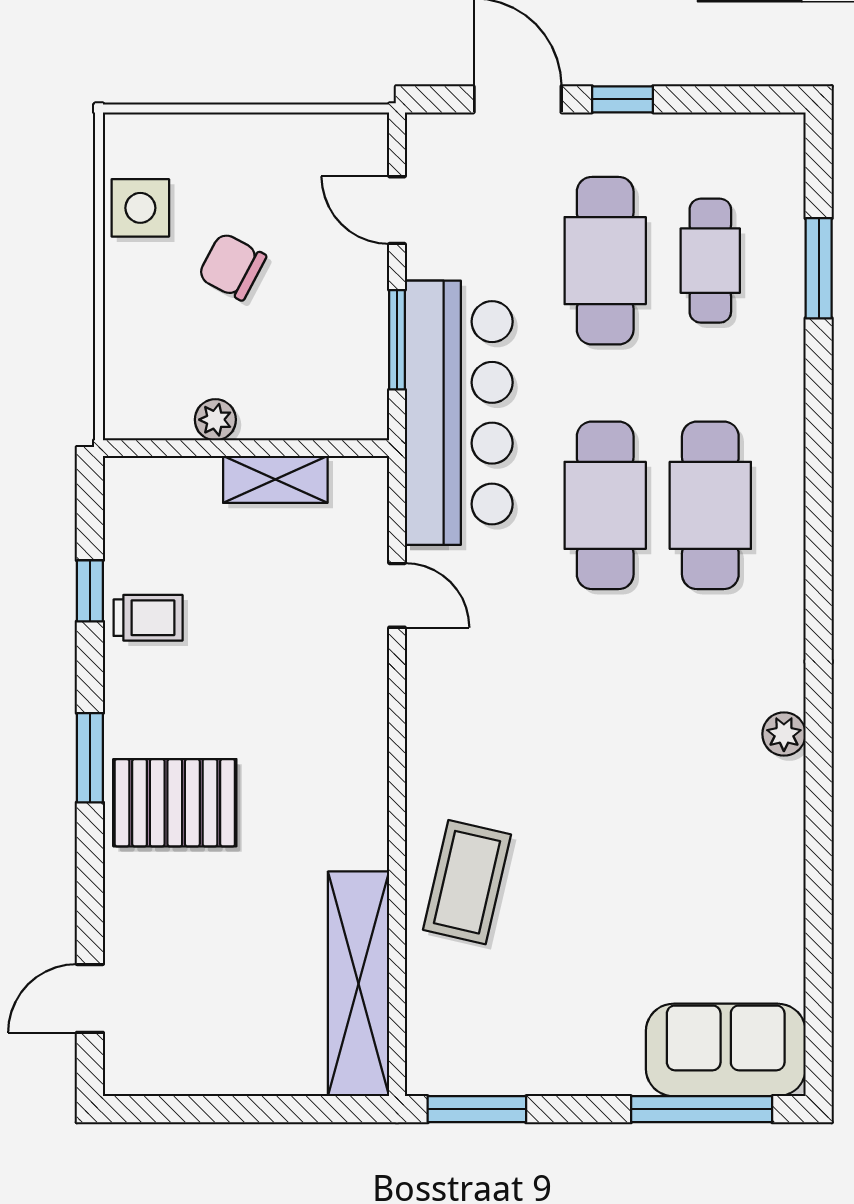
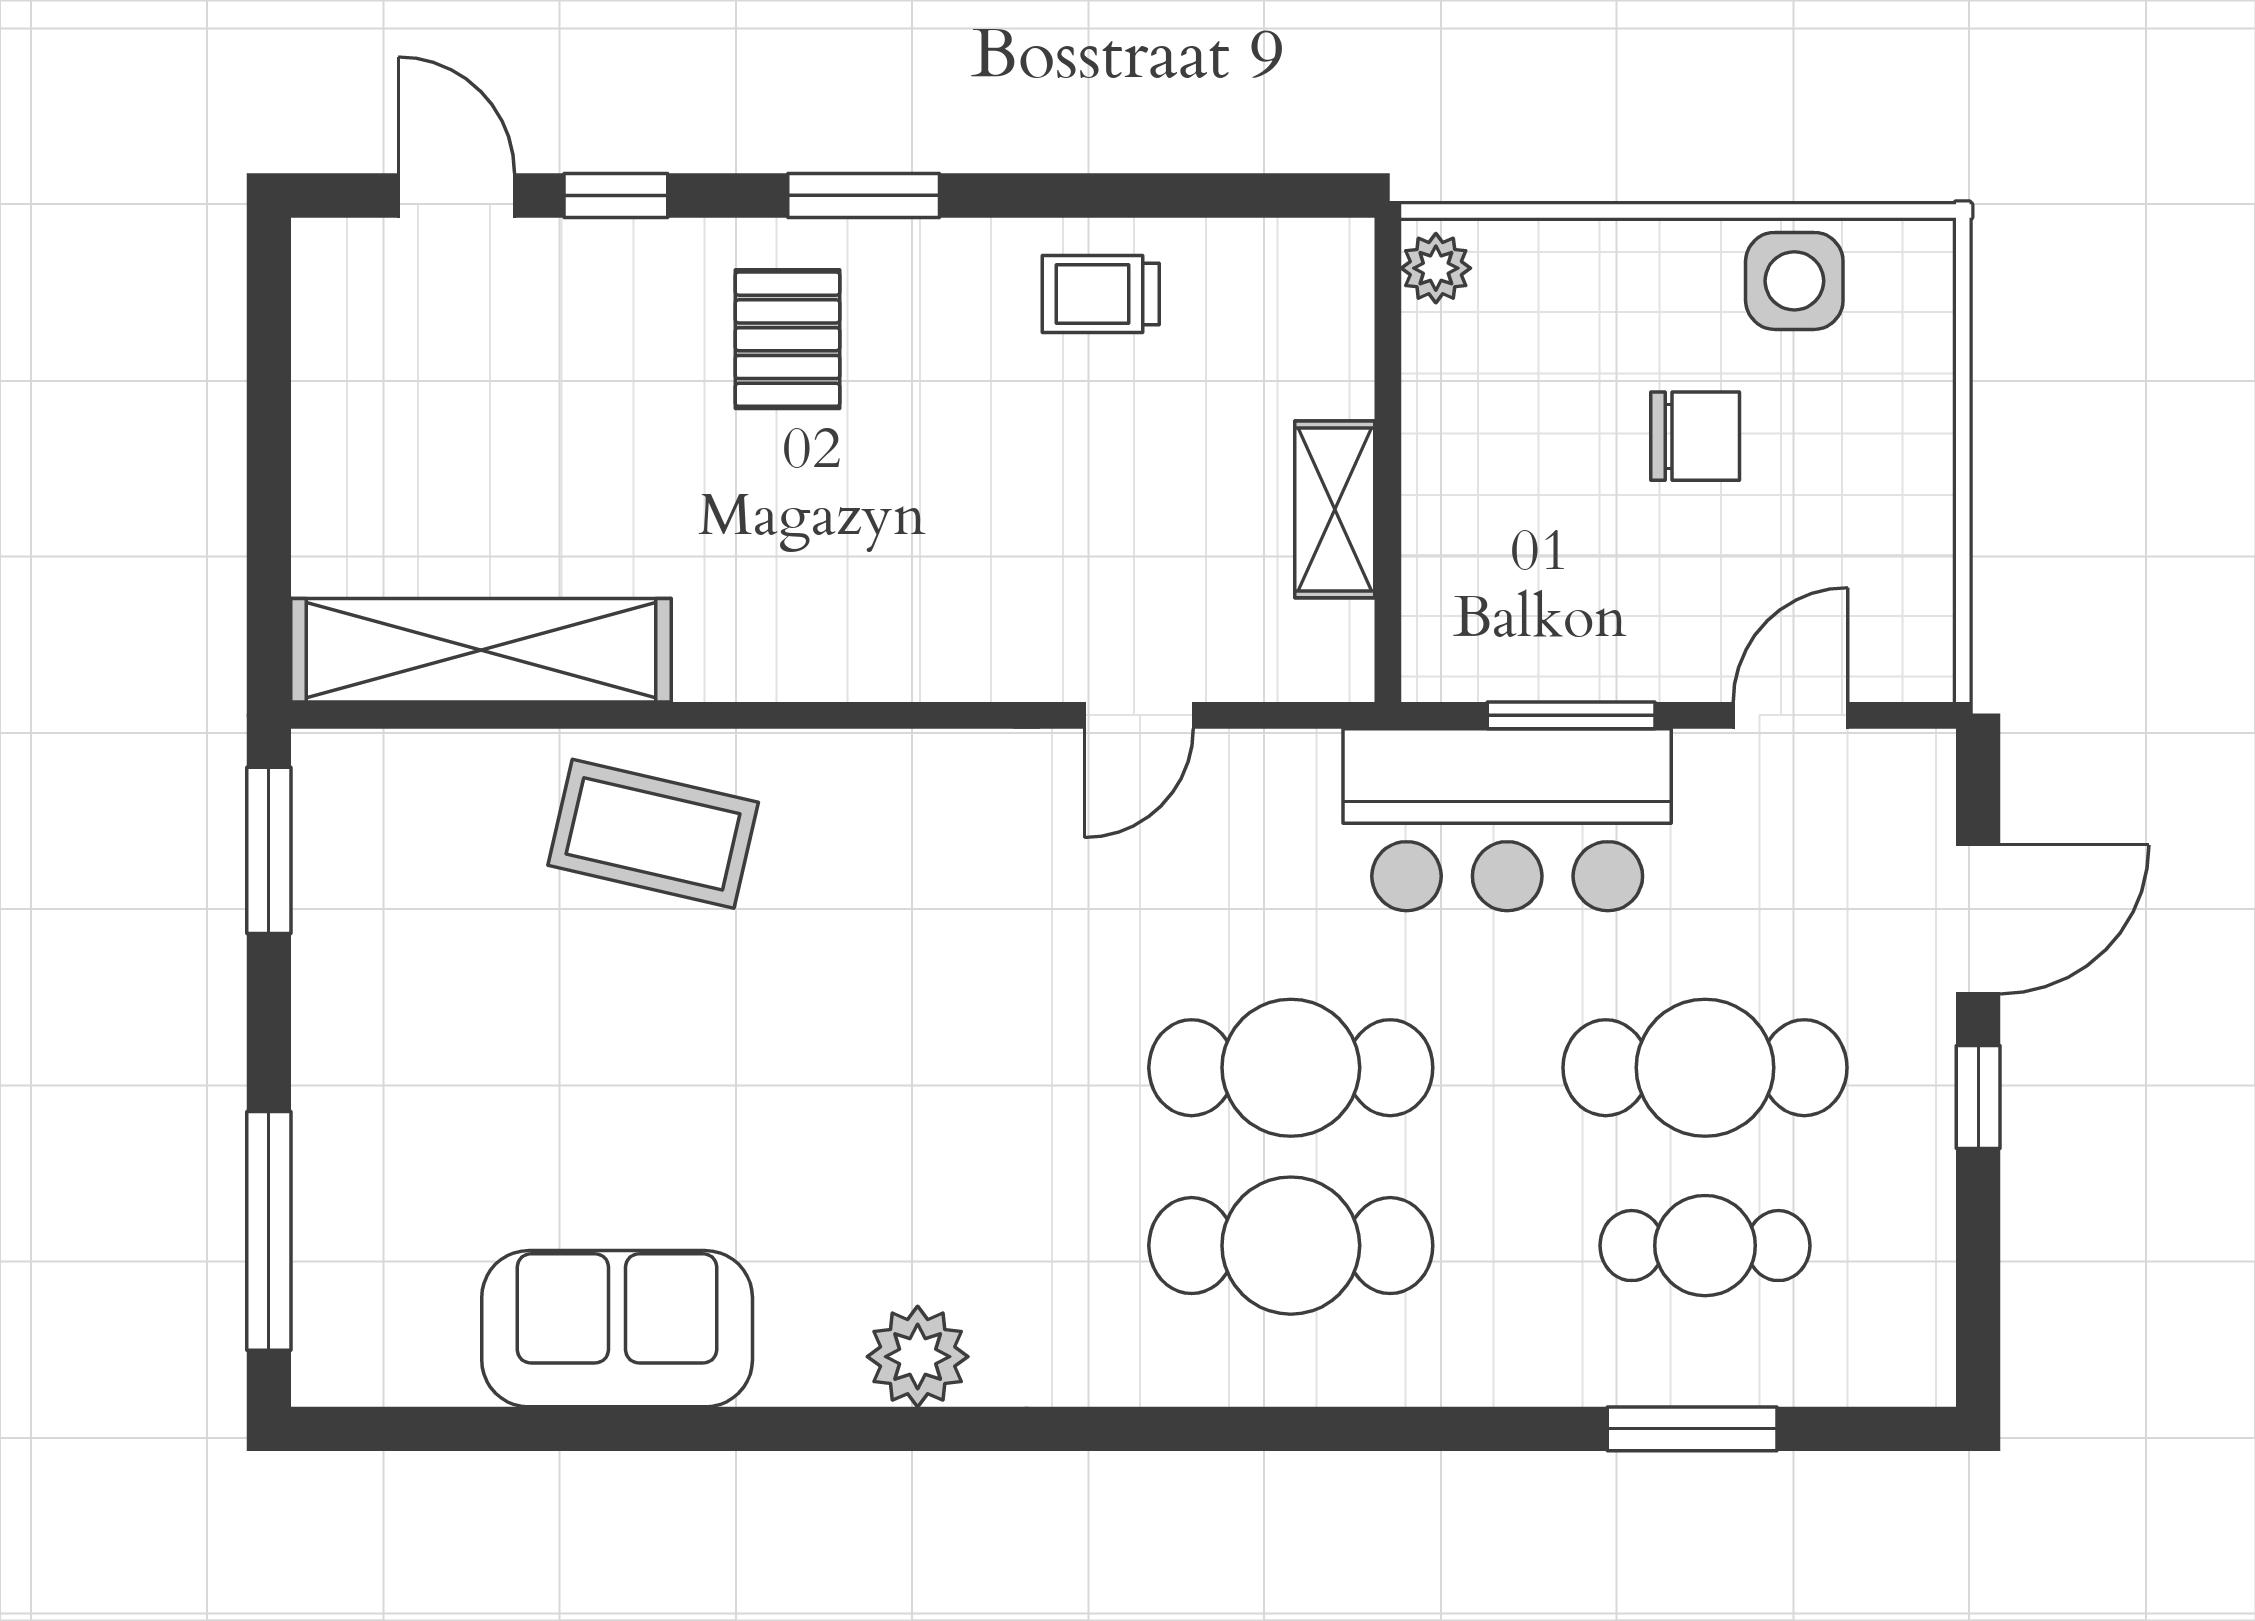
chair: (232, 266) -> (1695, 436), turned 62
bar counter: (459, 413) -> (1507, 820), width x0.73
plant: (215, 420) -> (1436, 268), moved
window: (90, 591) -> (616, 195), moved
trolley: (148, 618) -> (1101, 294), turned 90
plant: (784, 734) -> (918, 1357), width x1.38, depth x1.38
pallet: (175, 803) -> (788, 339), width x0.67, depth x0.71
sofa: (726, 1050) -> (617, 1329), moved, turned -90

